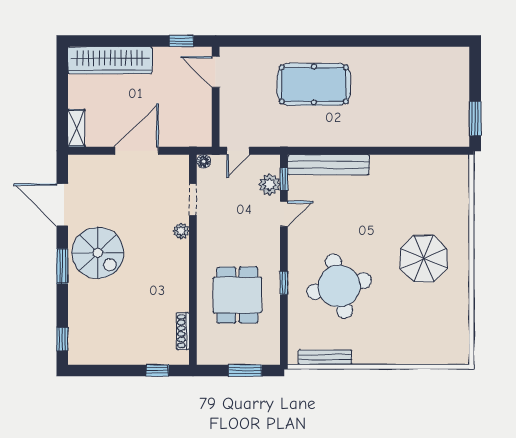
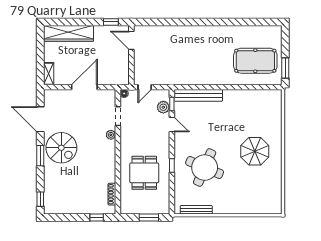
pool table: (314, 84) -> (255, 61), moved
door: (284, 214) -> (172, 125), hinge flipped
round table: (339, 286) -> (205, 168), turned 36

